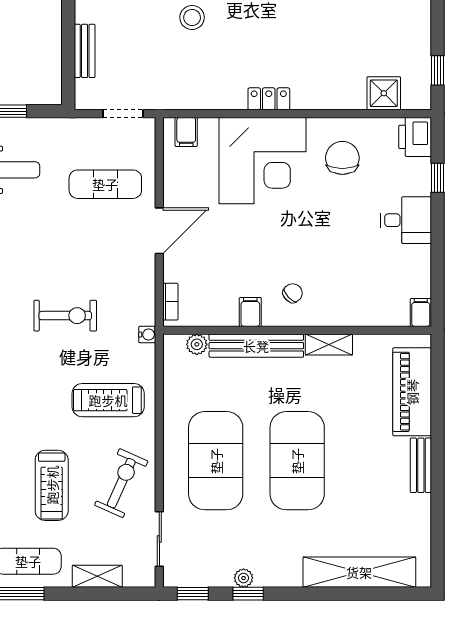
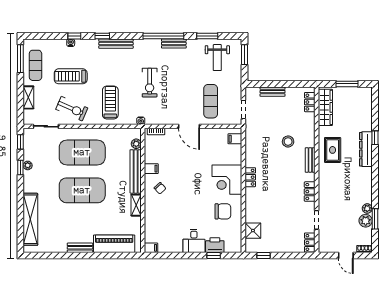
printer: (415, 137) -> (215, 245), moved
corner desk: (262, 161) -> (227, 180), width x0.74, depth x0.74

